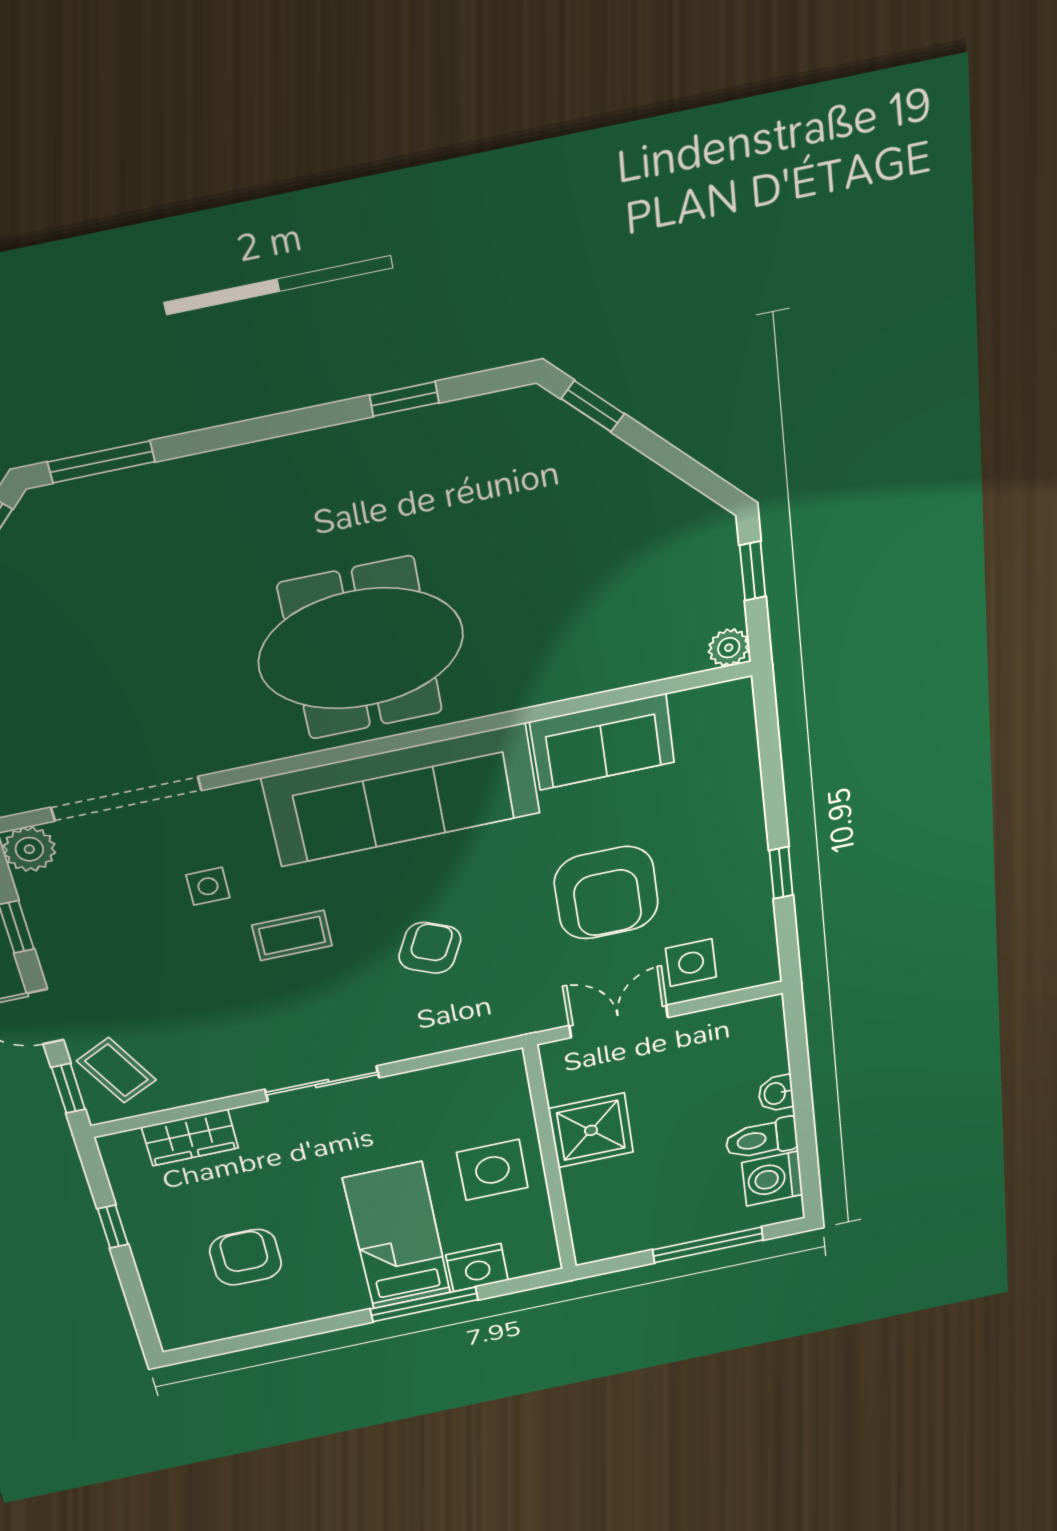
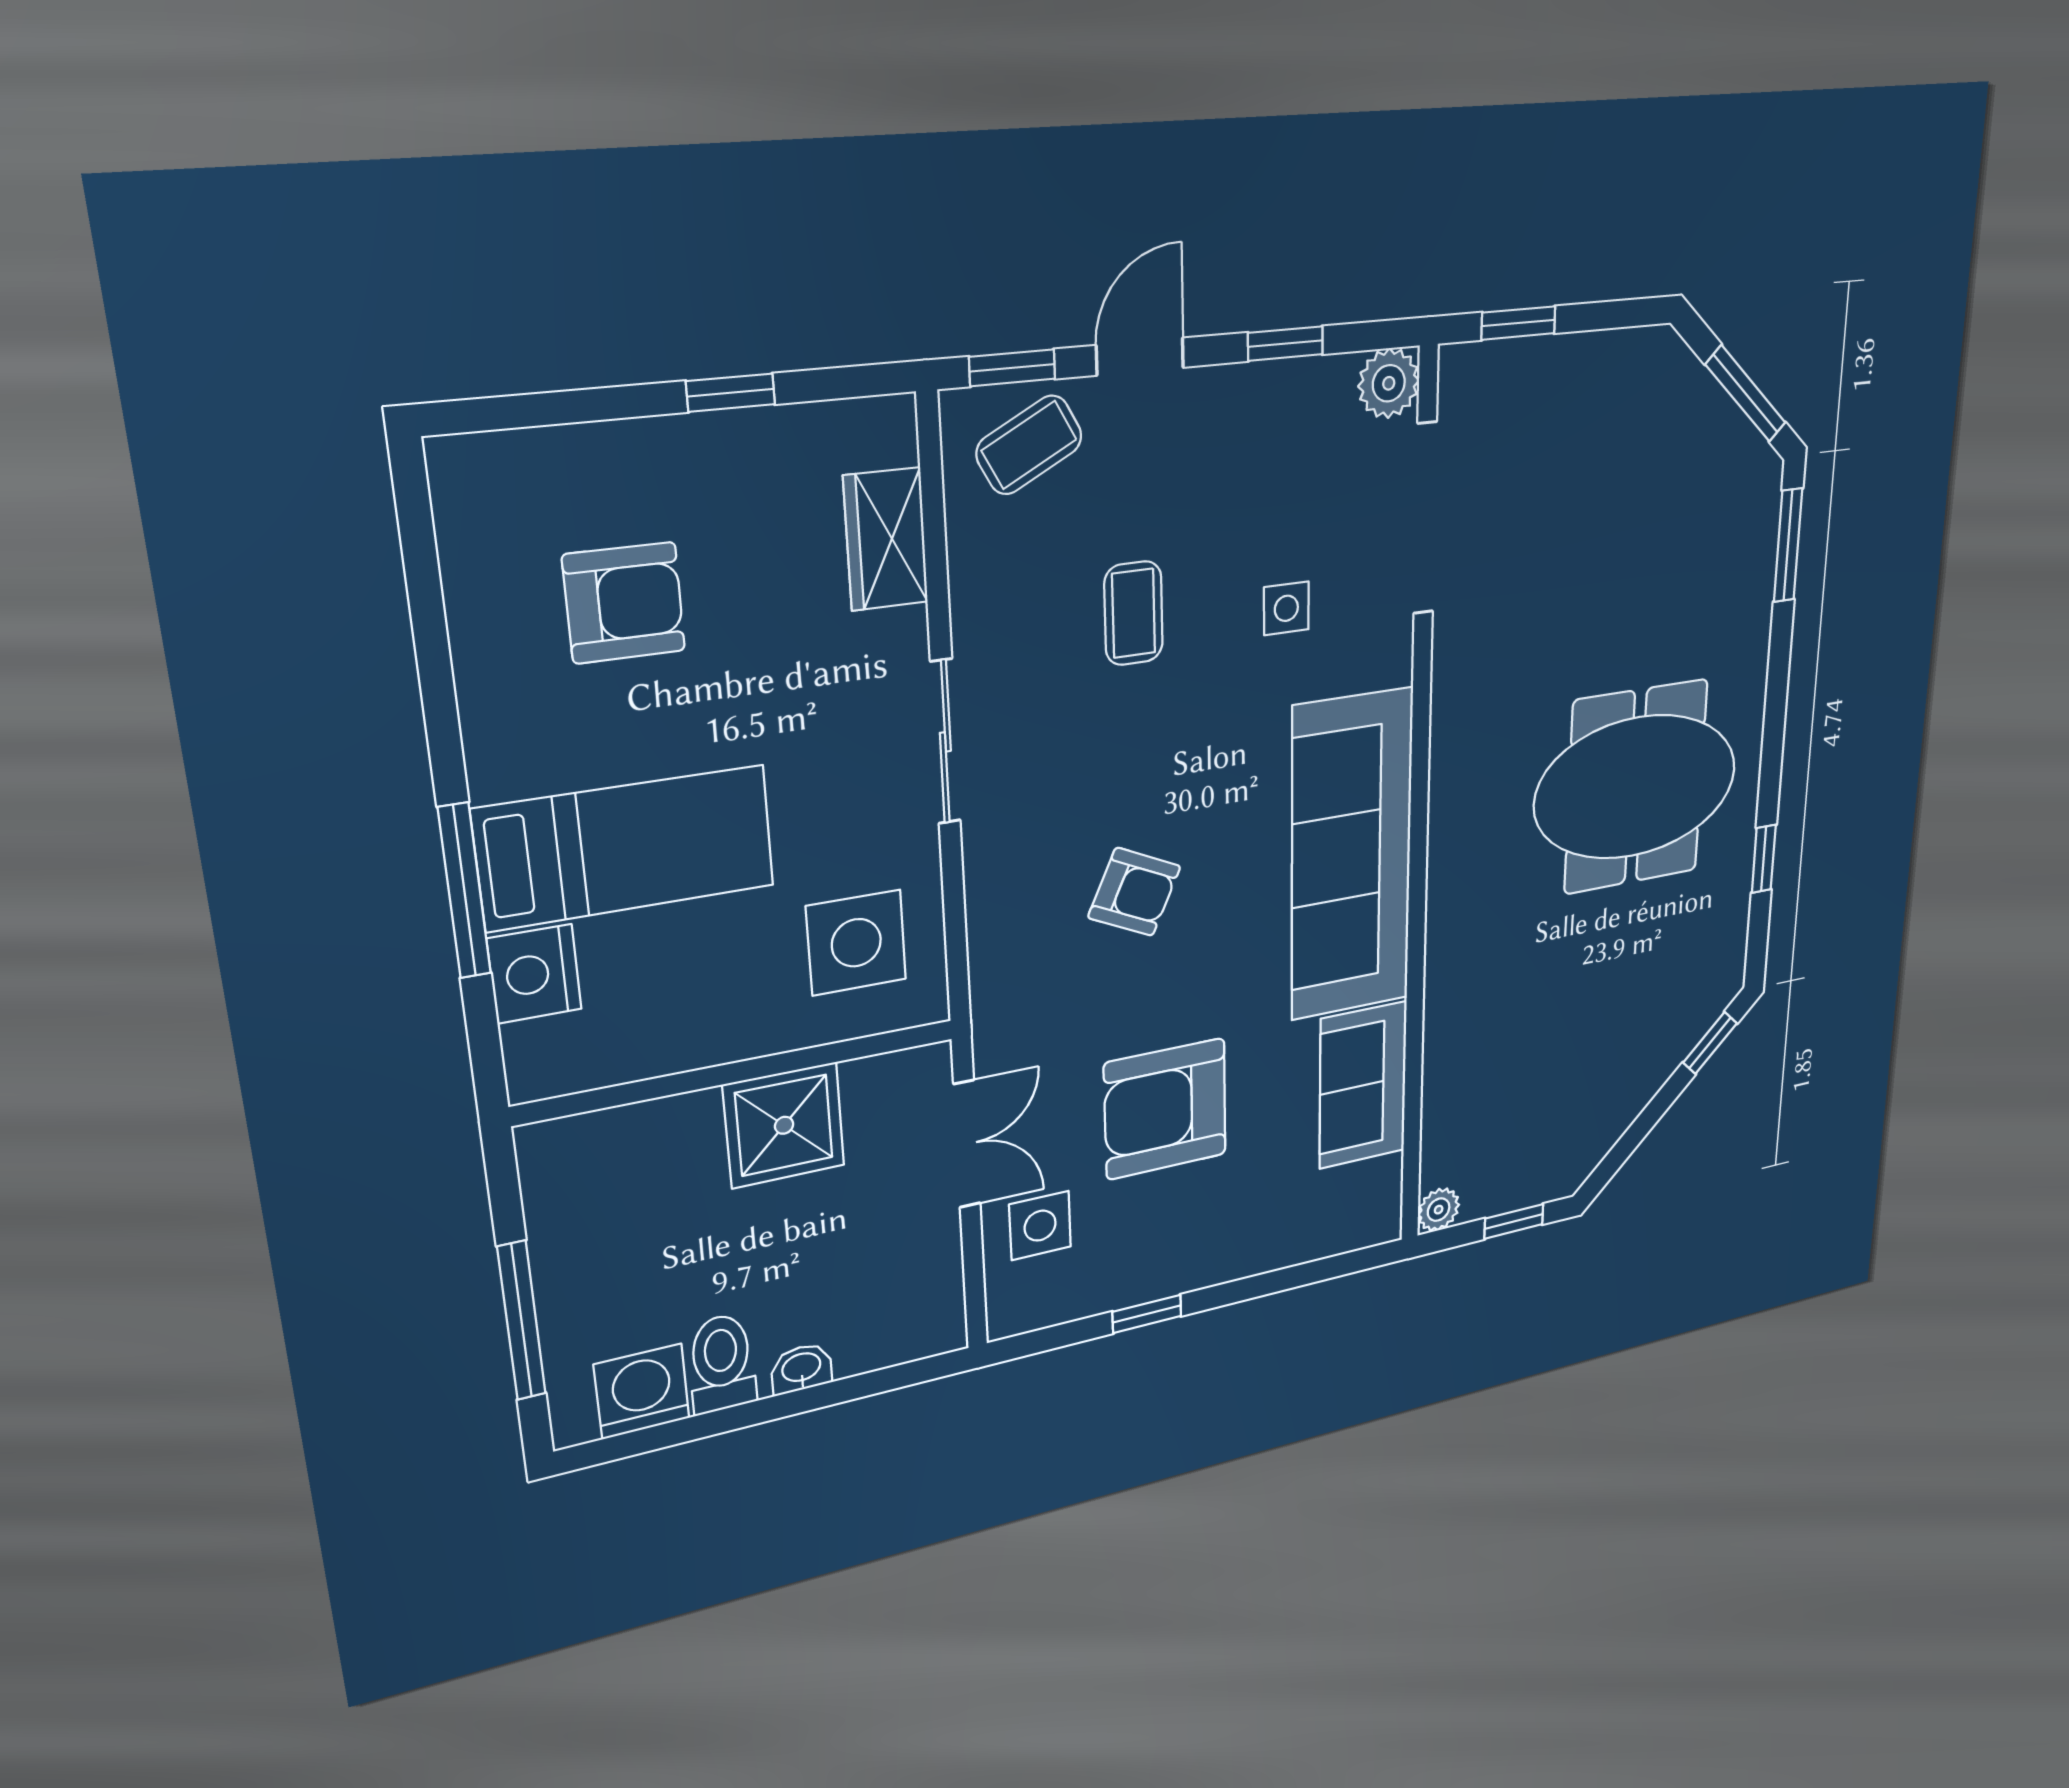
meeting table: (361, 649) -> (1636, 787), moved, turned 90
coffee table: (292, 935) -> (1134, 613), moved
side table: (492, 1170) -> (856, 943), moved

